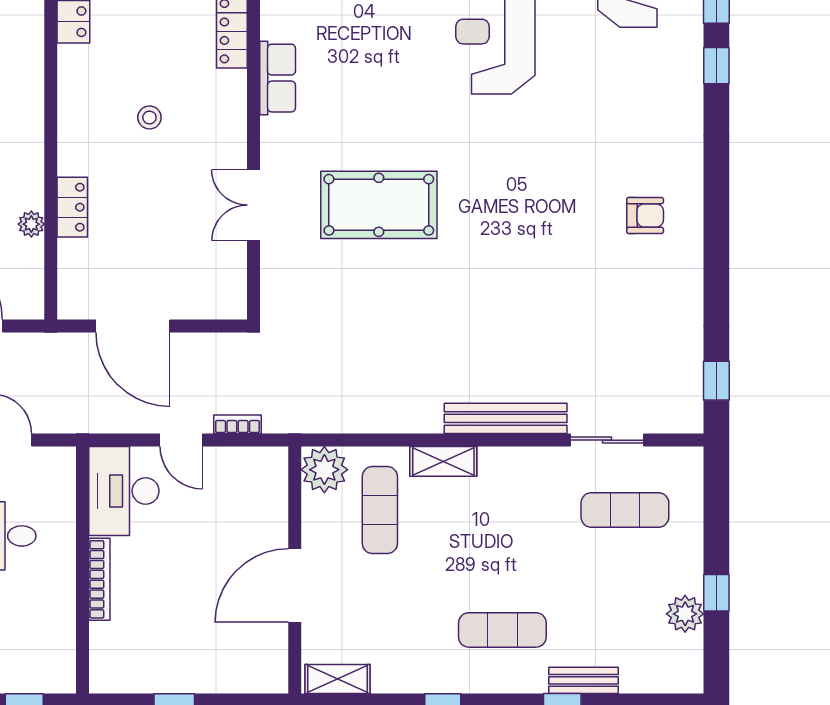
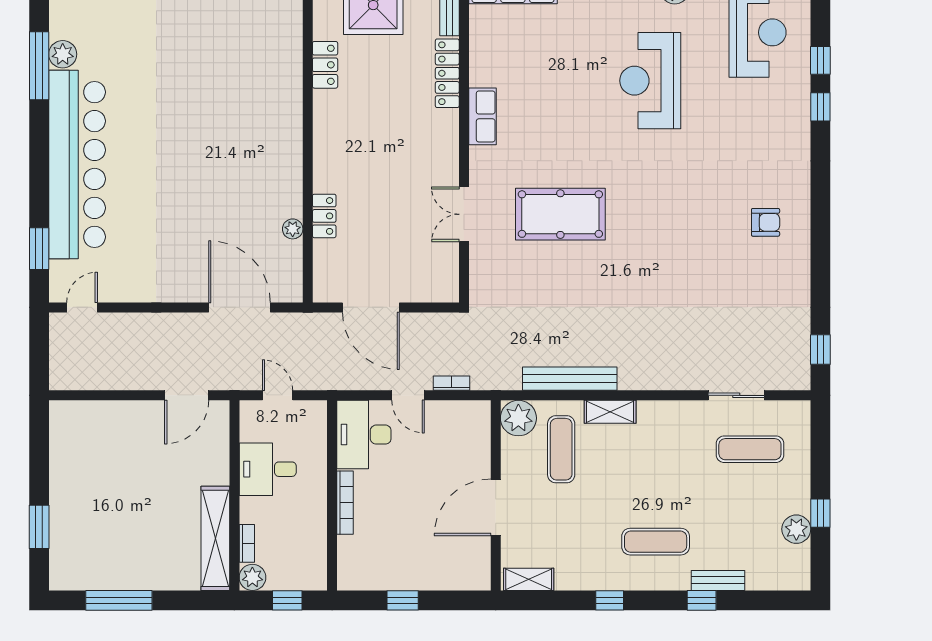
stool: (149, 117) -> (384, 147), removed
bench: (506, 418) -> (570, 379), moved

